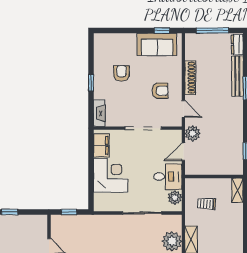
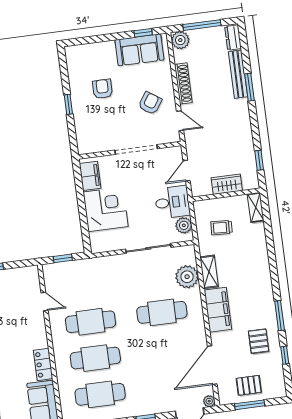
armchair: (160, 91) -> (150, 103), turned -56
fireplace: (99, 113) -> (83, 139), removed
plant: (193, 133) -> (180, 40), moved
wardrobe: (216, 168) -> (227, 184), added

